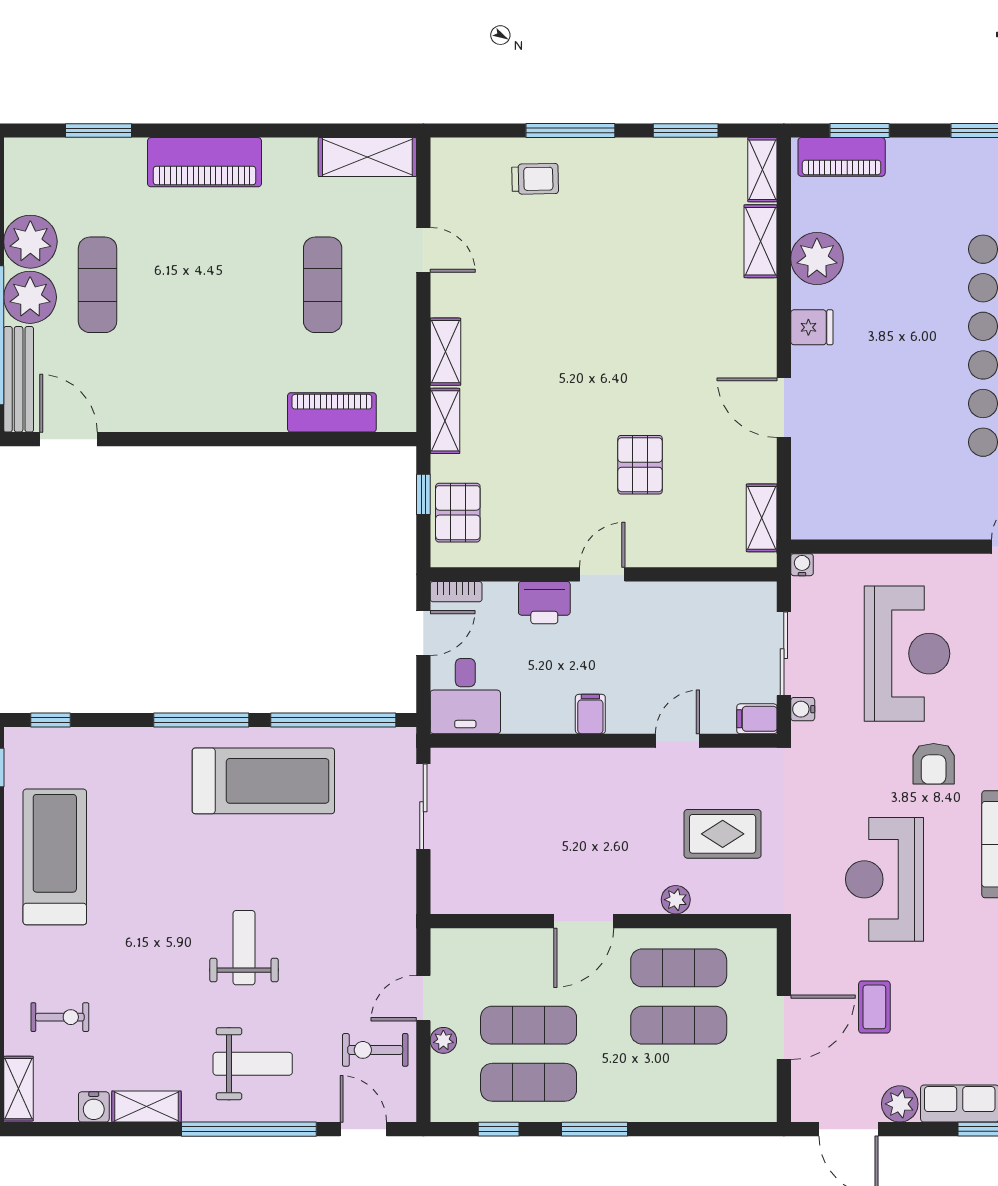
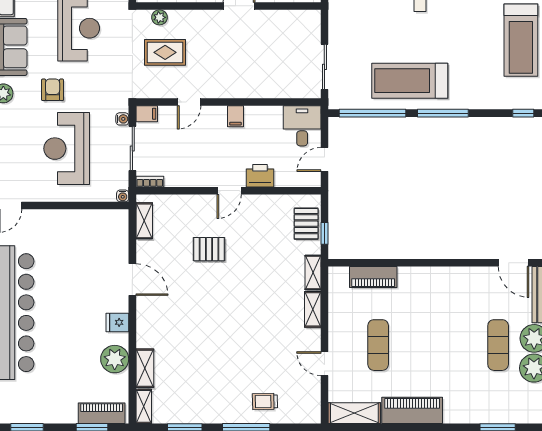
piano: (205, 162) -> (412, 410), moved
pallet: (640, 465) -> (209, 249), turned 90
bookcase: (456, 592) -> (150, 182), moved
plant: (676, 900) -> (159, 17), moved

